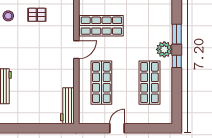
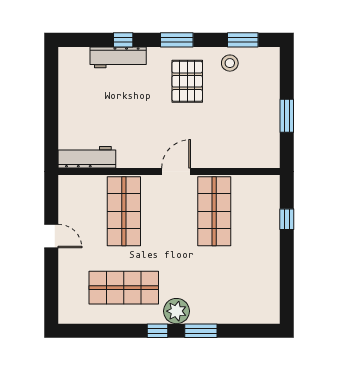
pallet: (37, 15) -> (187, 81), moved, width x1.50, depth x1.42
door: (76, 50) -> (176, 171), swing flipped
shop shelf: (101, 83) -> (124, 211), turned 90

